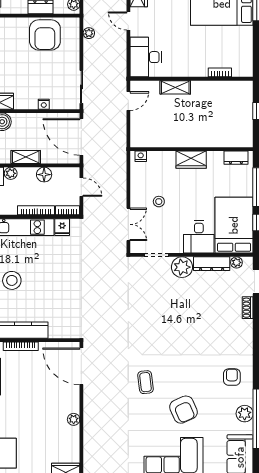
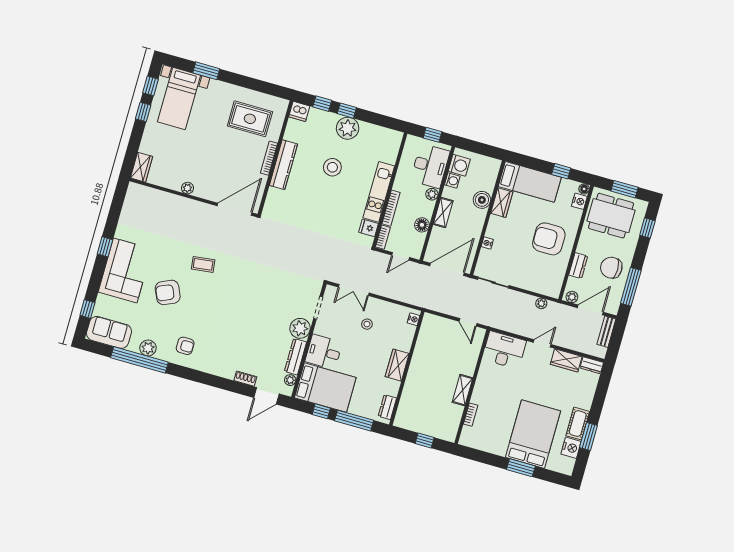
armchair: (45, 35) -> (549, 239), moved
shelving: (175, 87) -> (463, 390), moved

